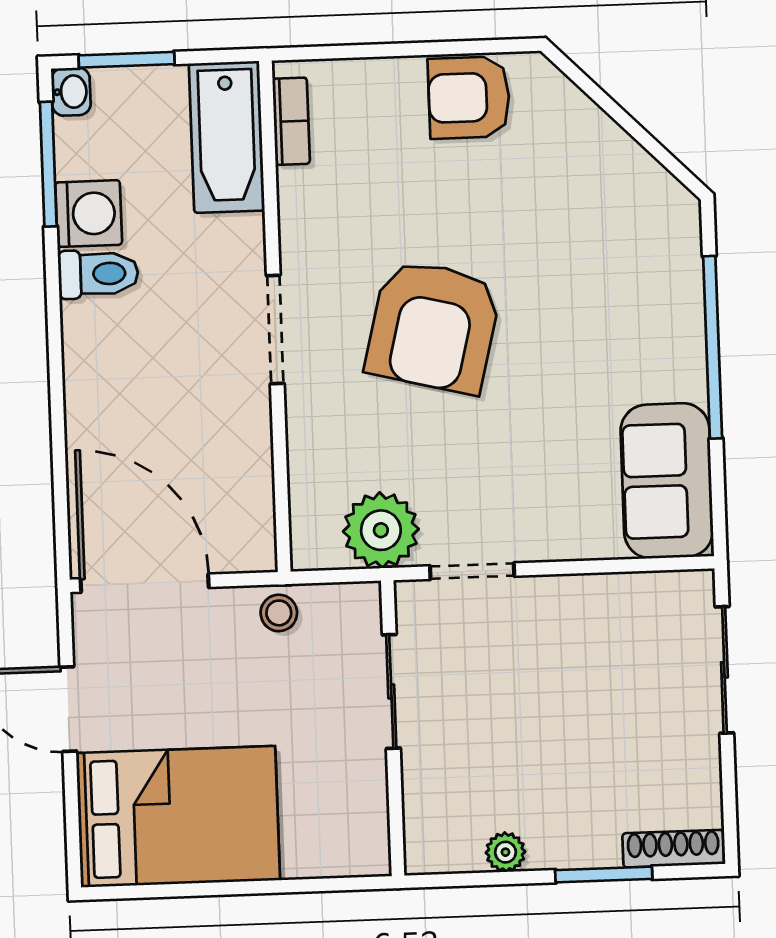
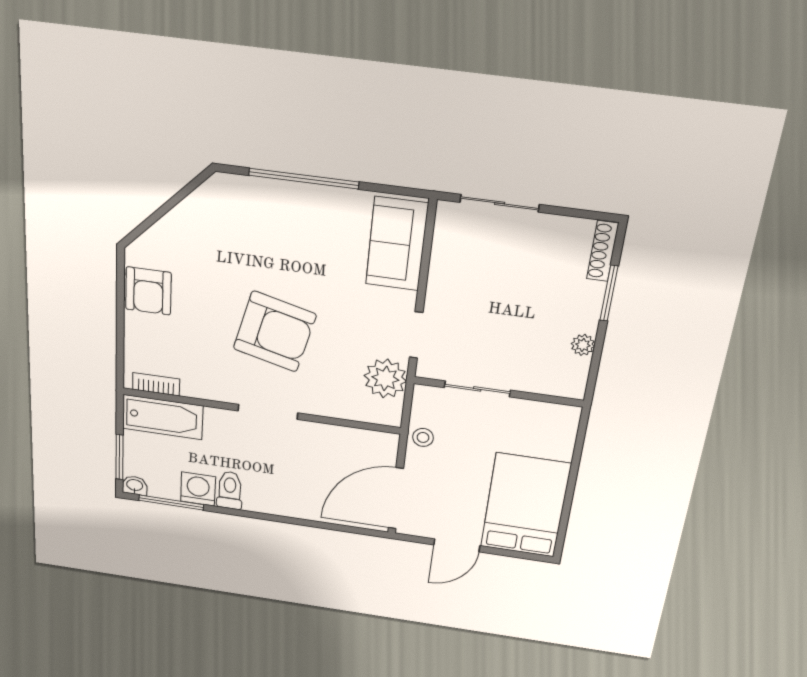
sofa: (667, 481) -> (397, 244), moved, turned 90

